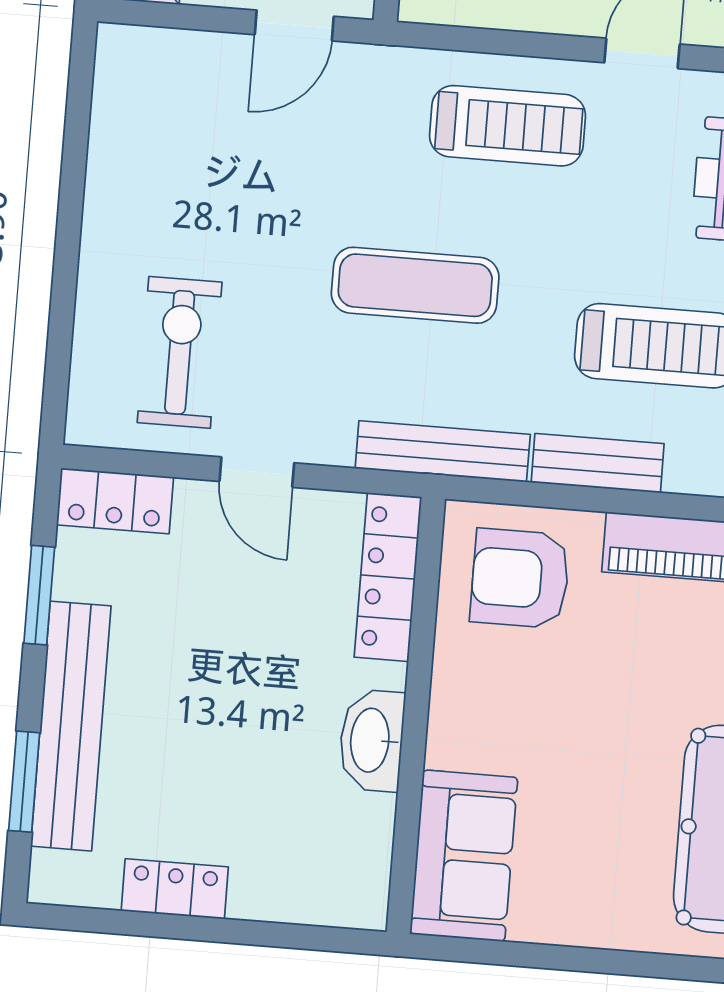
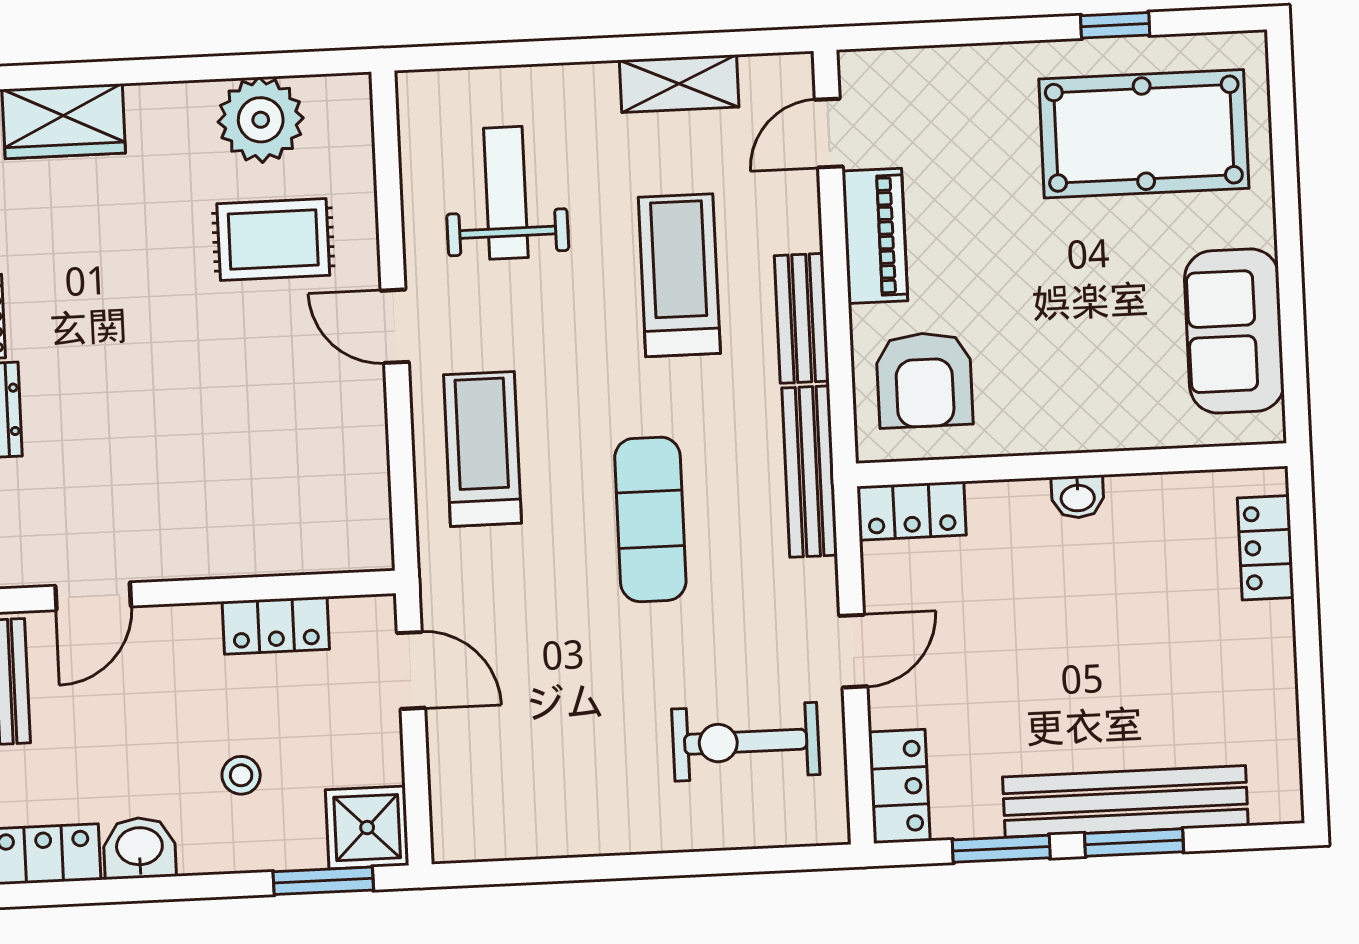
locker: (388, 577) -> (912, 511), width x0.66
washbasin: (372, 740) -> (1078, 497), width x0.52, depth x0.69
window: (24, 782) -> (1134, 843), moved
sofa: (464, 856) -> (1234, 331), moved, turned -90
locker: (175, 889) -> (1266, 548), moved

